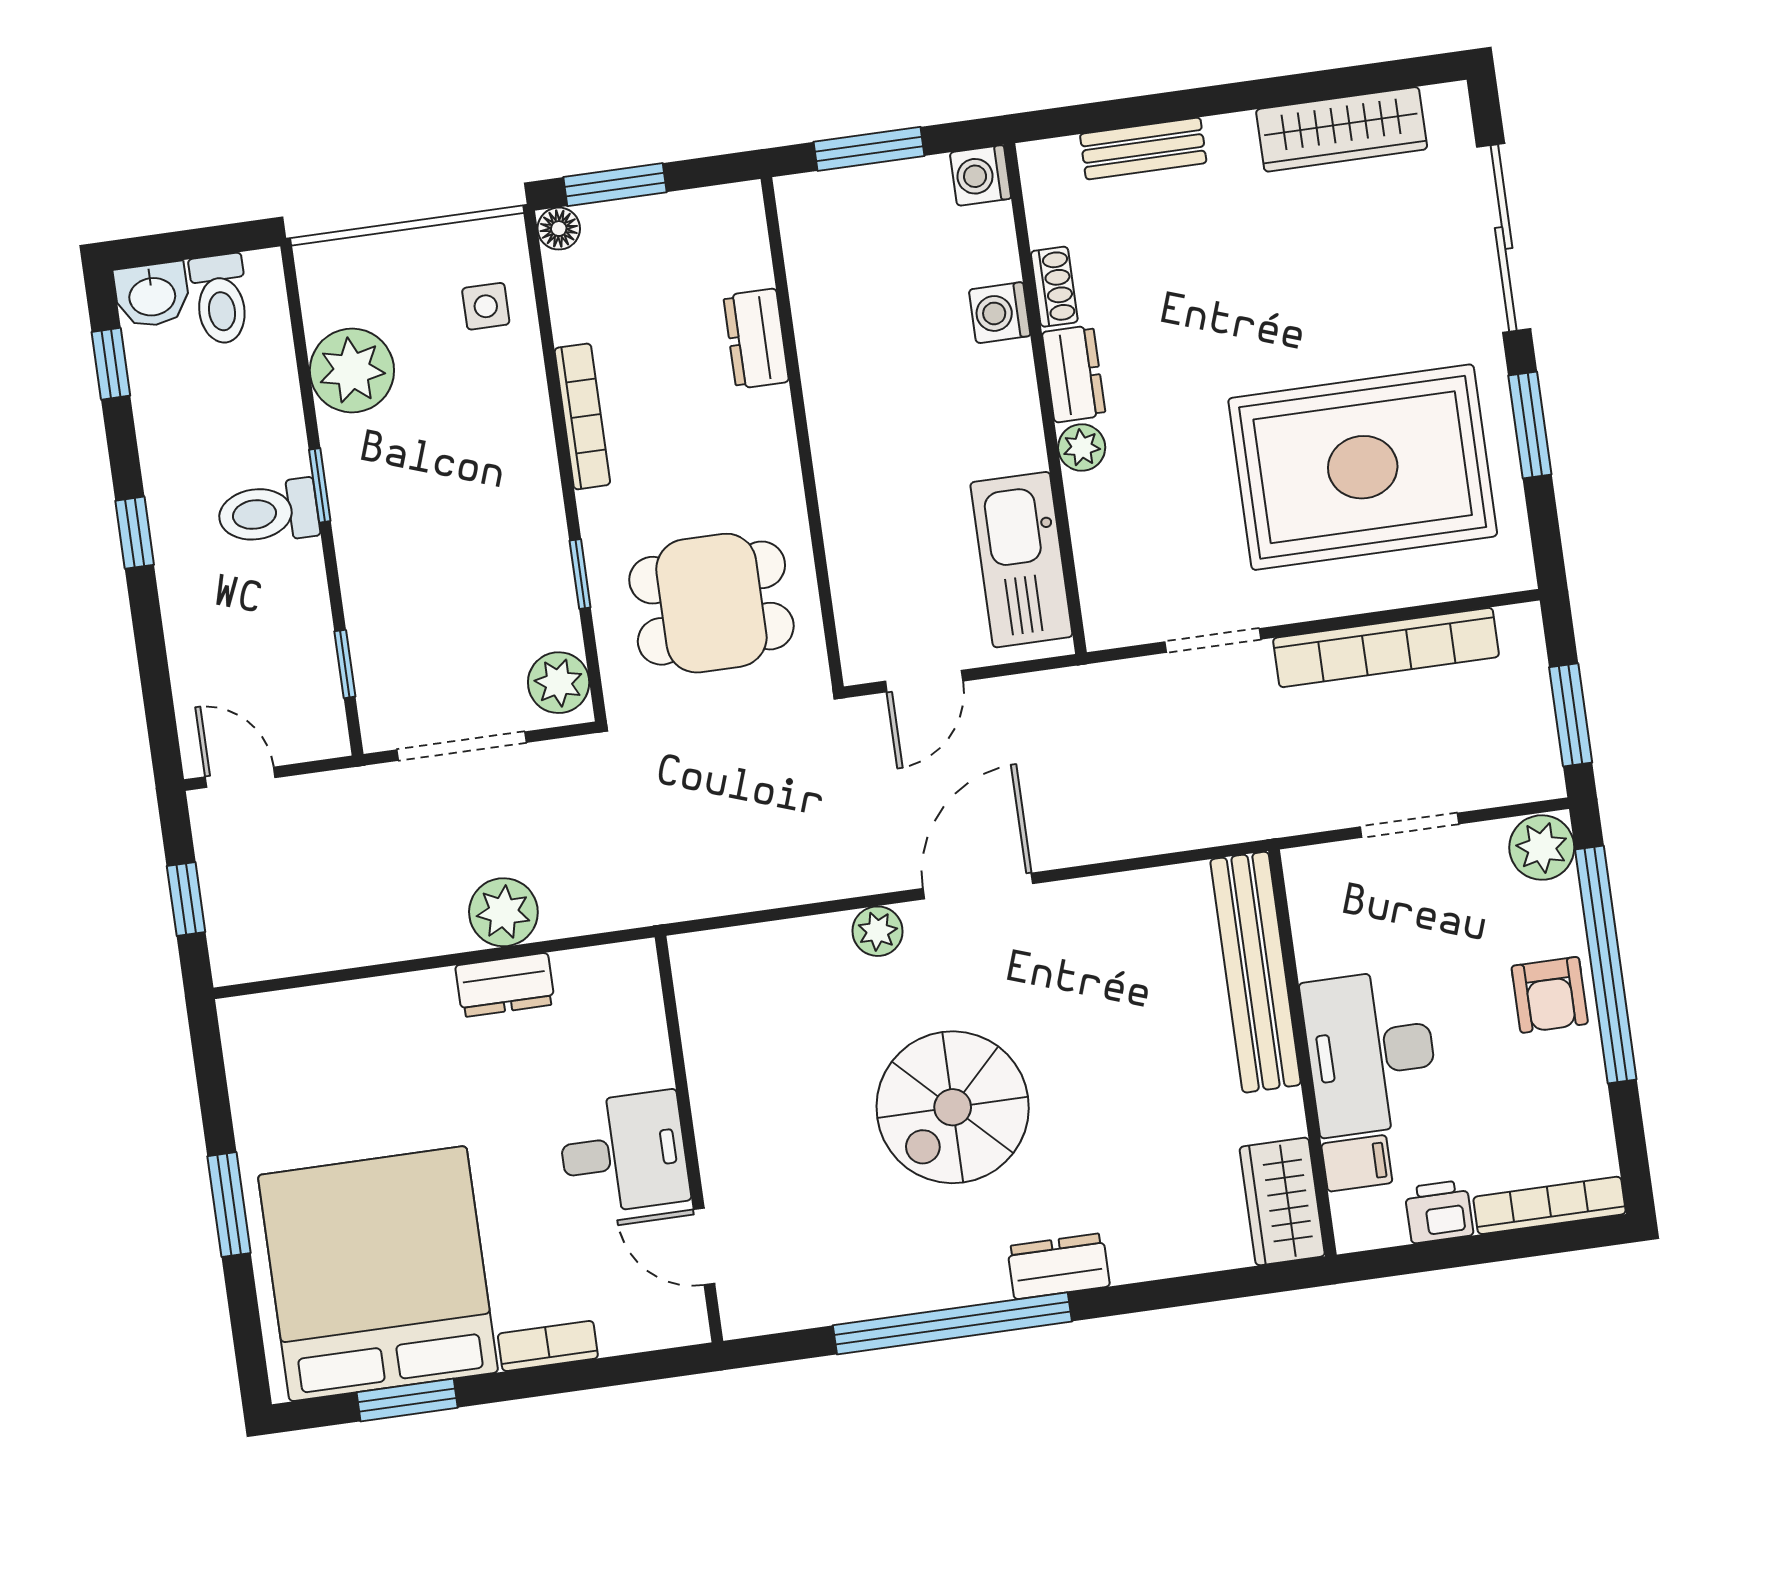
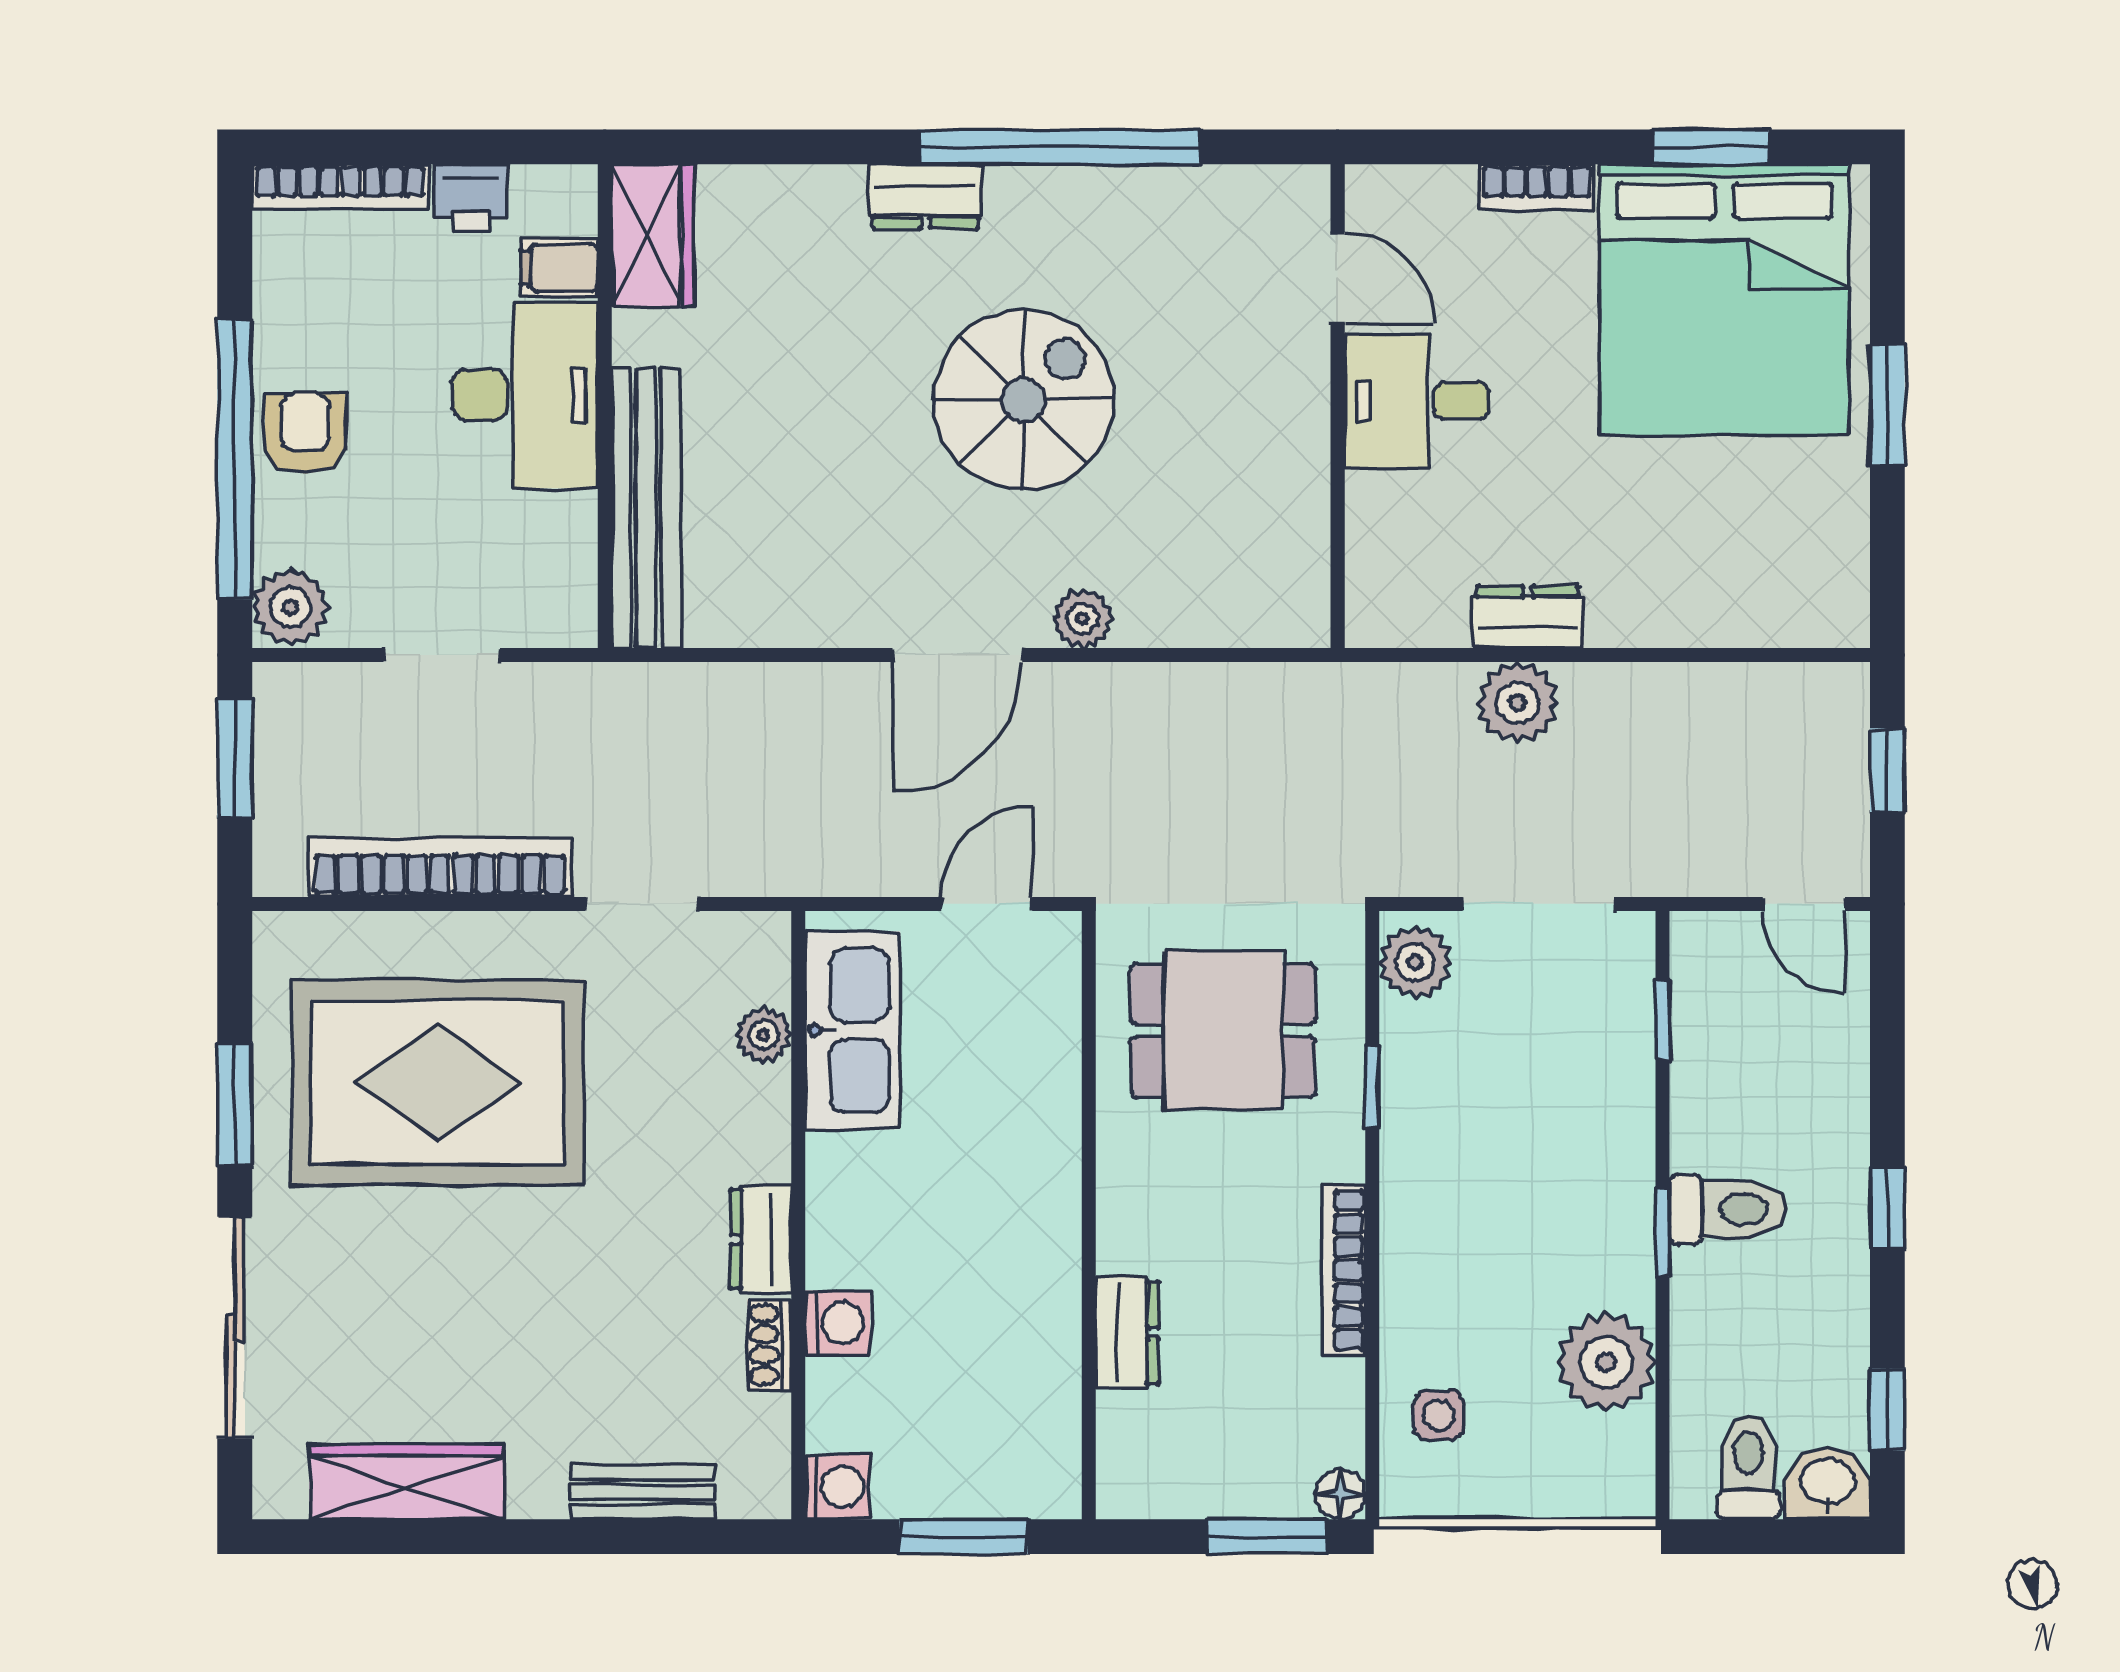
plant: (1082, 447) -> (764, 1035), moved

